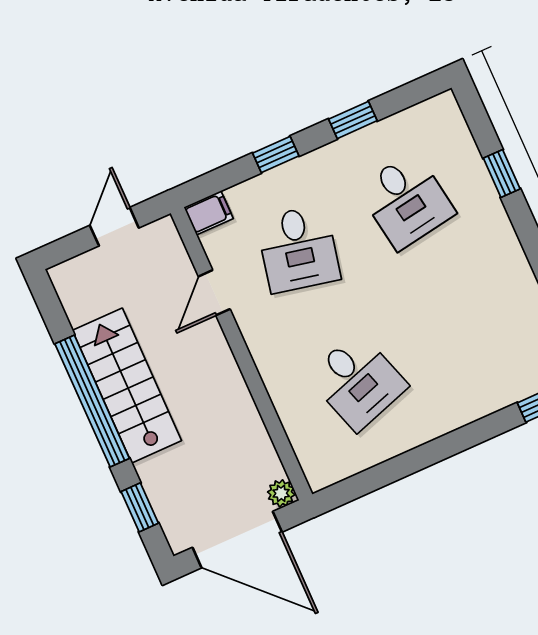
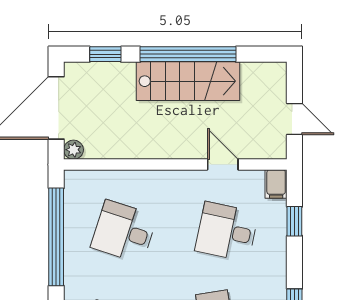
window: (276, 154) -> (294, 221), moved
desk: (358, 381) -> (124, 232), turned 36
window: (403, 465) -> (56, 237), added

